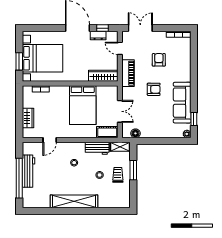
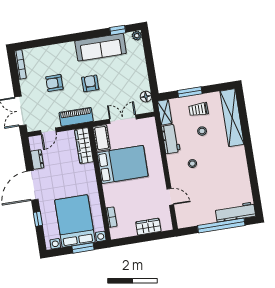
window: (103, 28) -> (38, 219), moved
cot: (107, 132) -> (102, 138), moved
workbench: (28, 171) -> (235, 212), moved
shelving: (74, 201) -> (232, 118), moved

